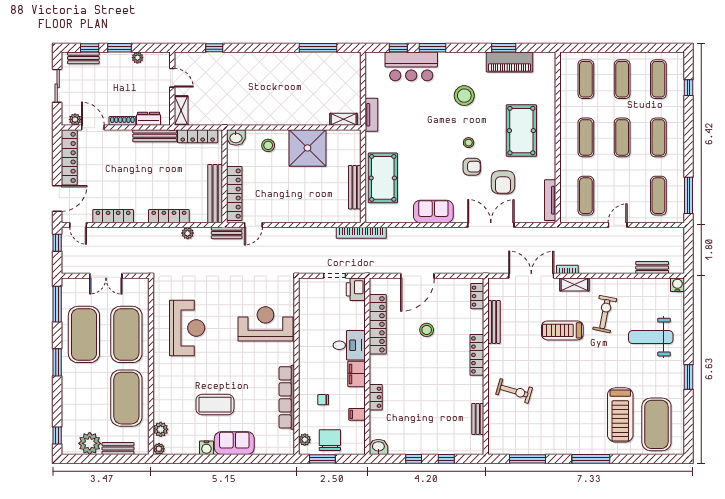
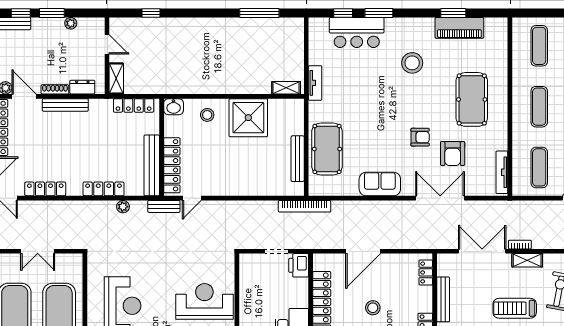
bench: (155, 136) -> (65, 105), moved
stool: (469, 143) -> (417, 112), removed

